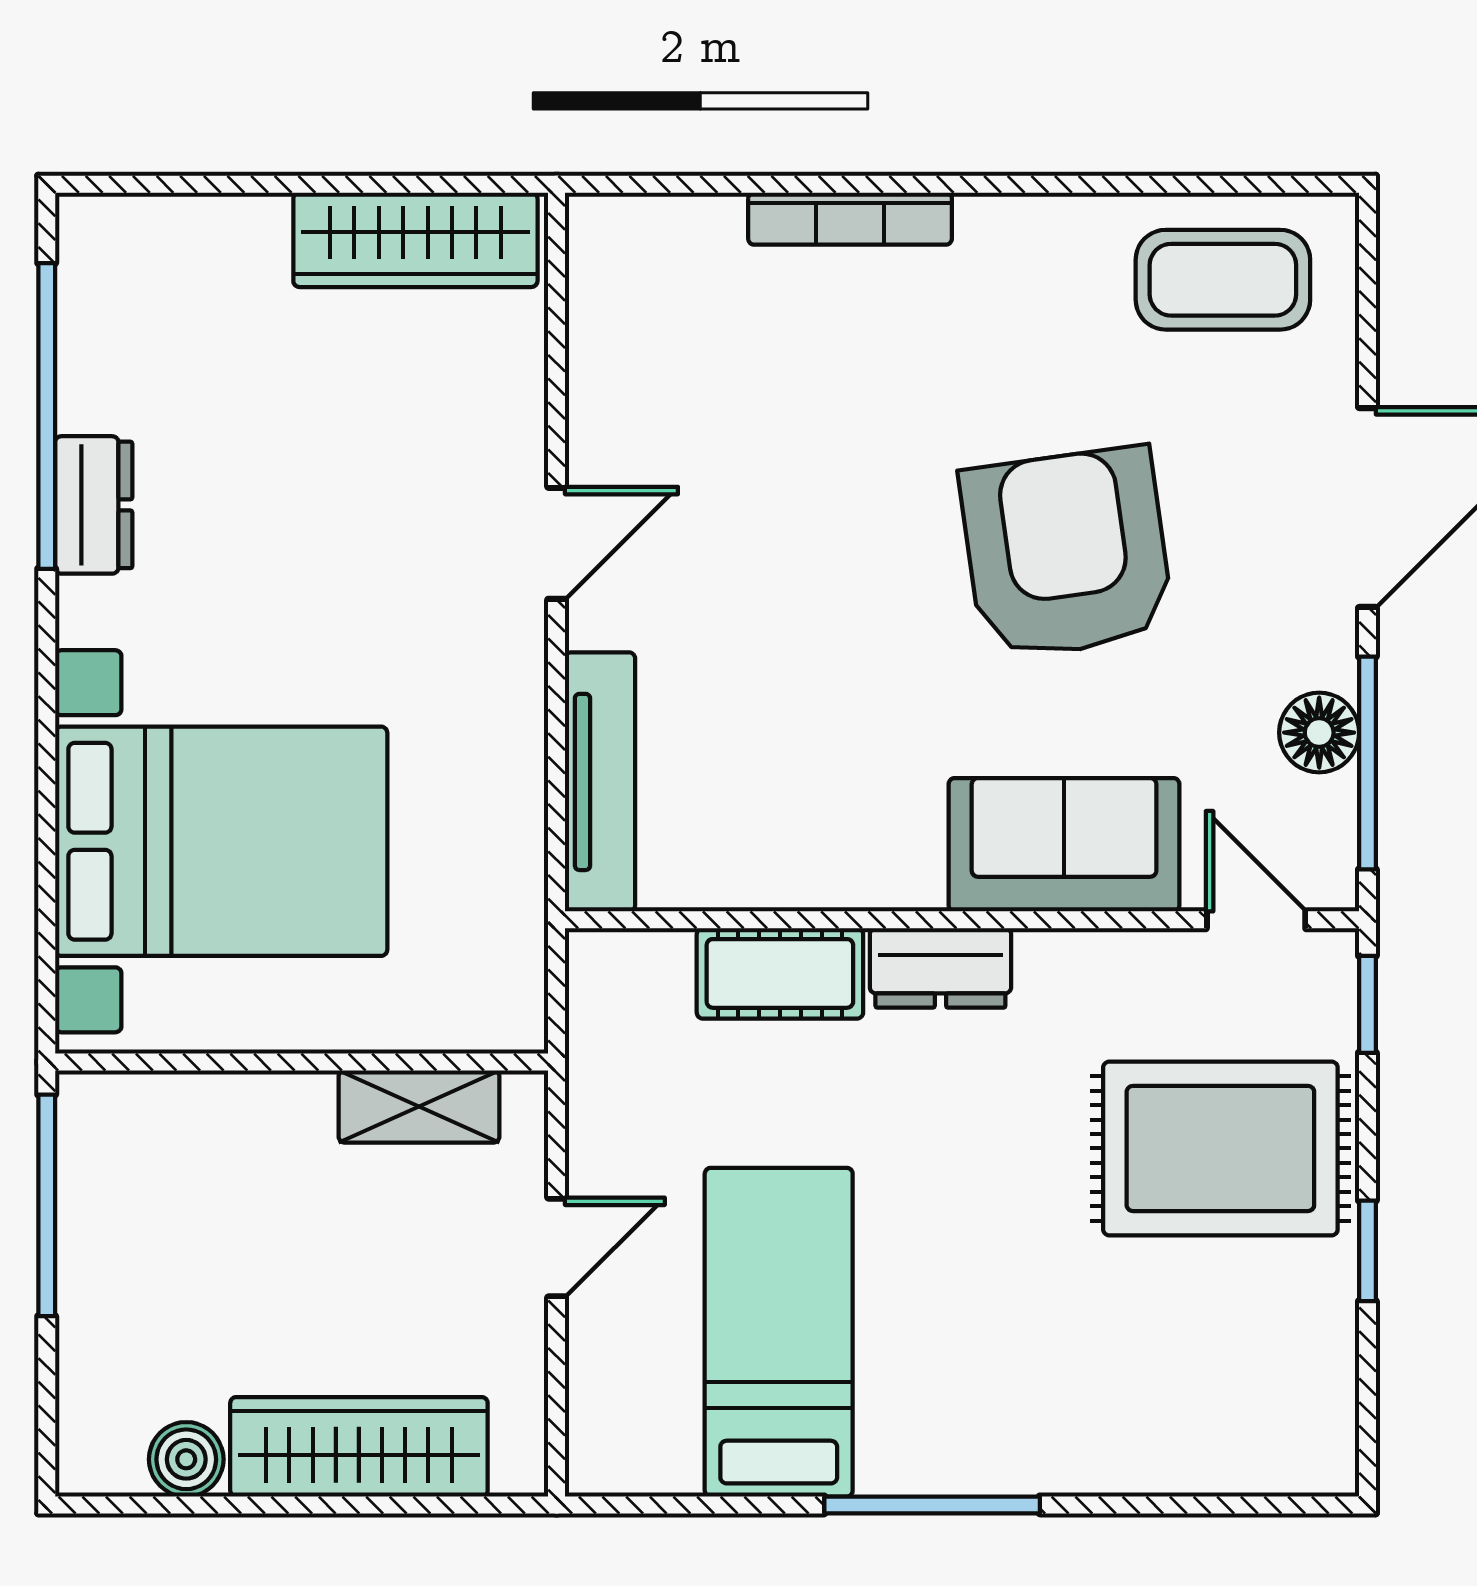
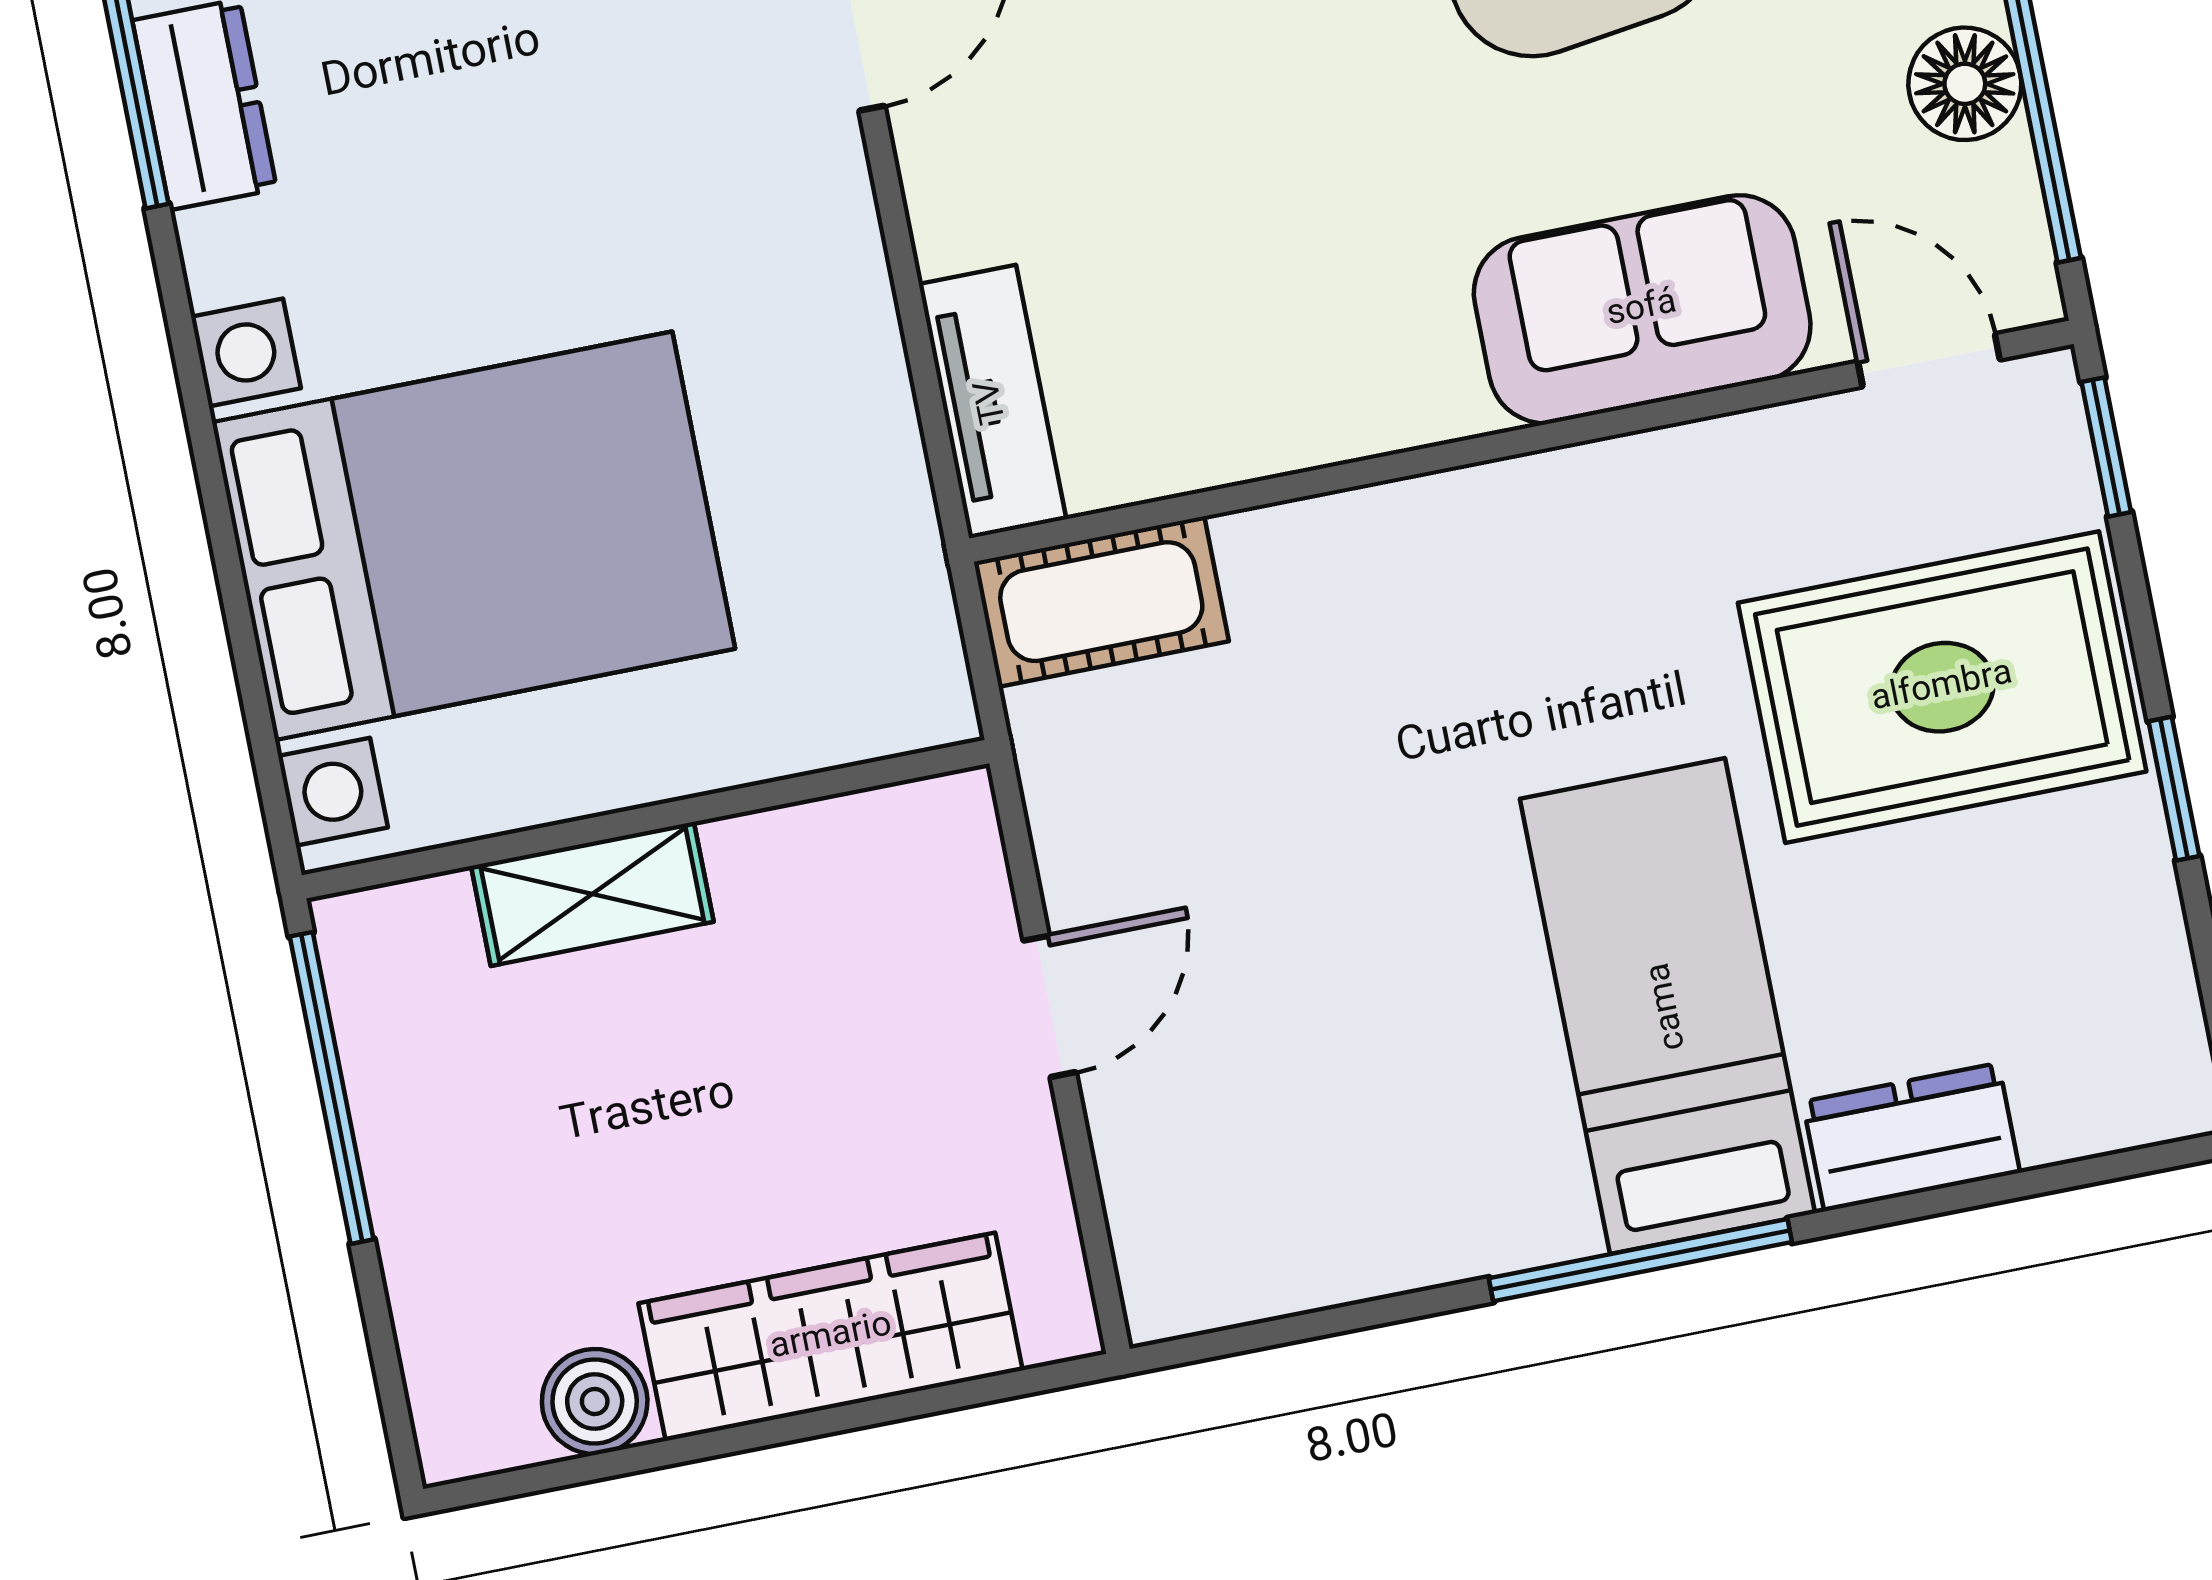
tv unit: (600, 782) -> (992, 402), width x0.71
dresser: (940, 968) -> (1911, 1137), moved, turned 180
cot: (780, 973) -> (1101, 602), moved
shelving: (419, 1106) -> (592, 894), moved
bed: (779, 1332) -> (1667, 1006), moved

